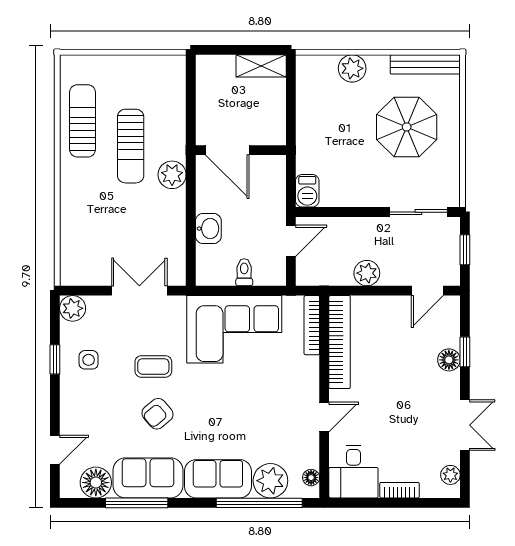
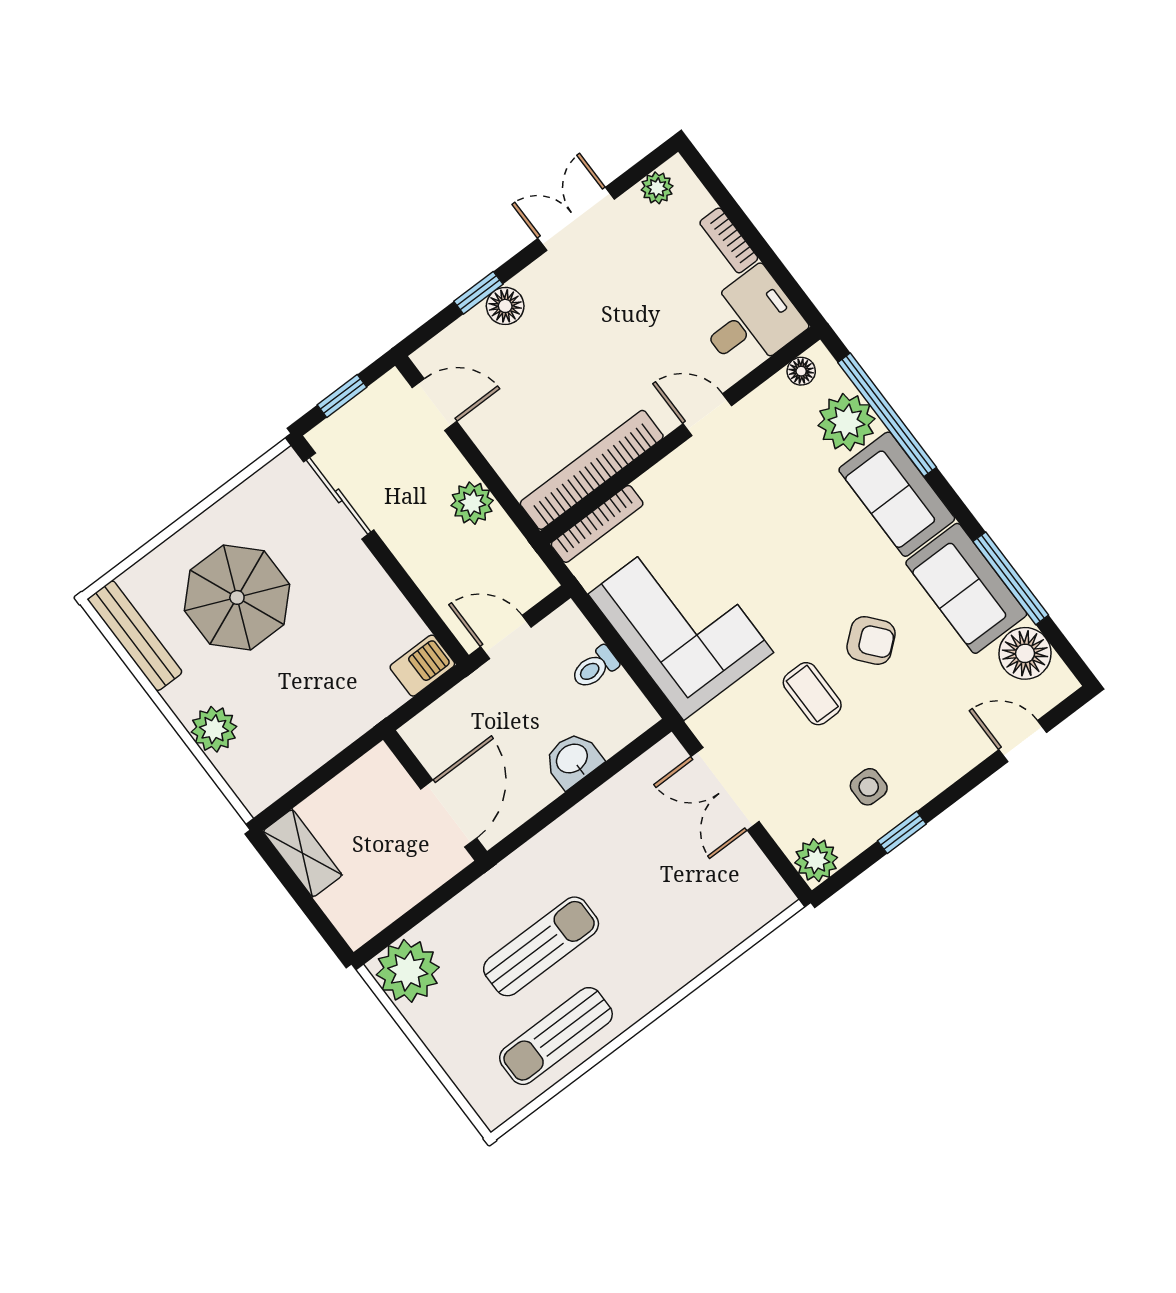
plant: (172, 175) -> (408, 971), moved, width x1.36, depth x1.36

